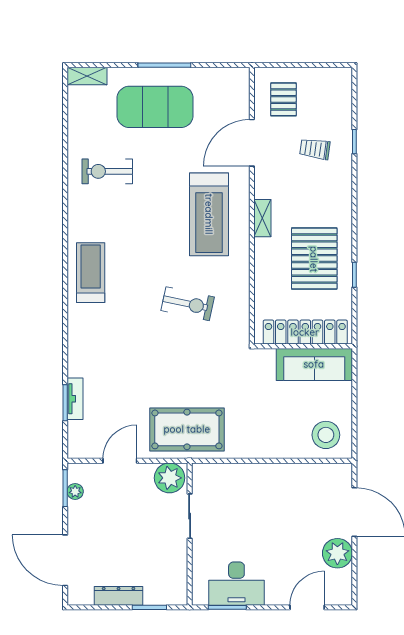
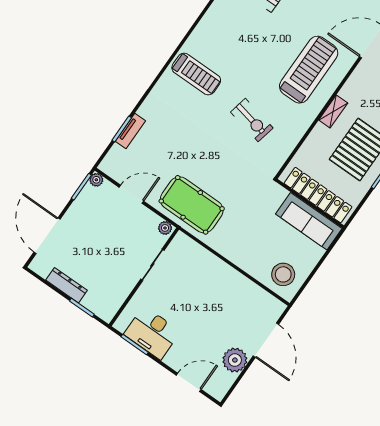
treadmill: (209, 214) -> (309, 70), turned 180
shelving: (262, 218) -> (333, 111), moved
treadmill: (91, 273) -> (196, 74), moved, turned 90
plant: (170, 478) -> (165, 228), width x0.53, depth x0.53
plant: (75, 491) -> (96, 180), moved

